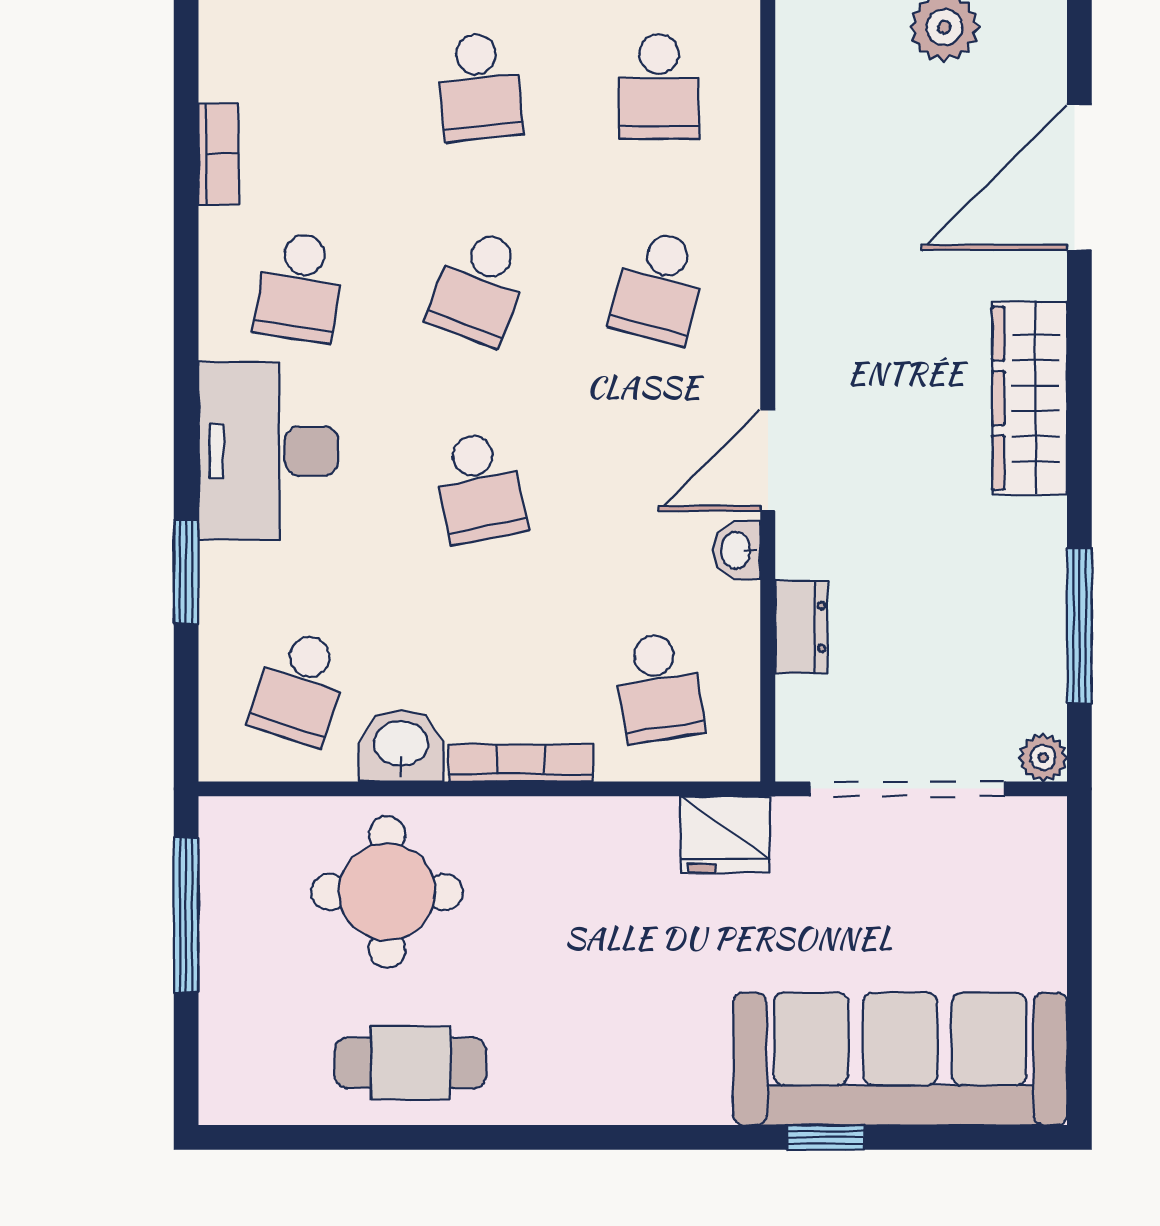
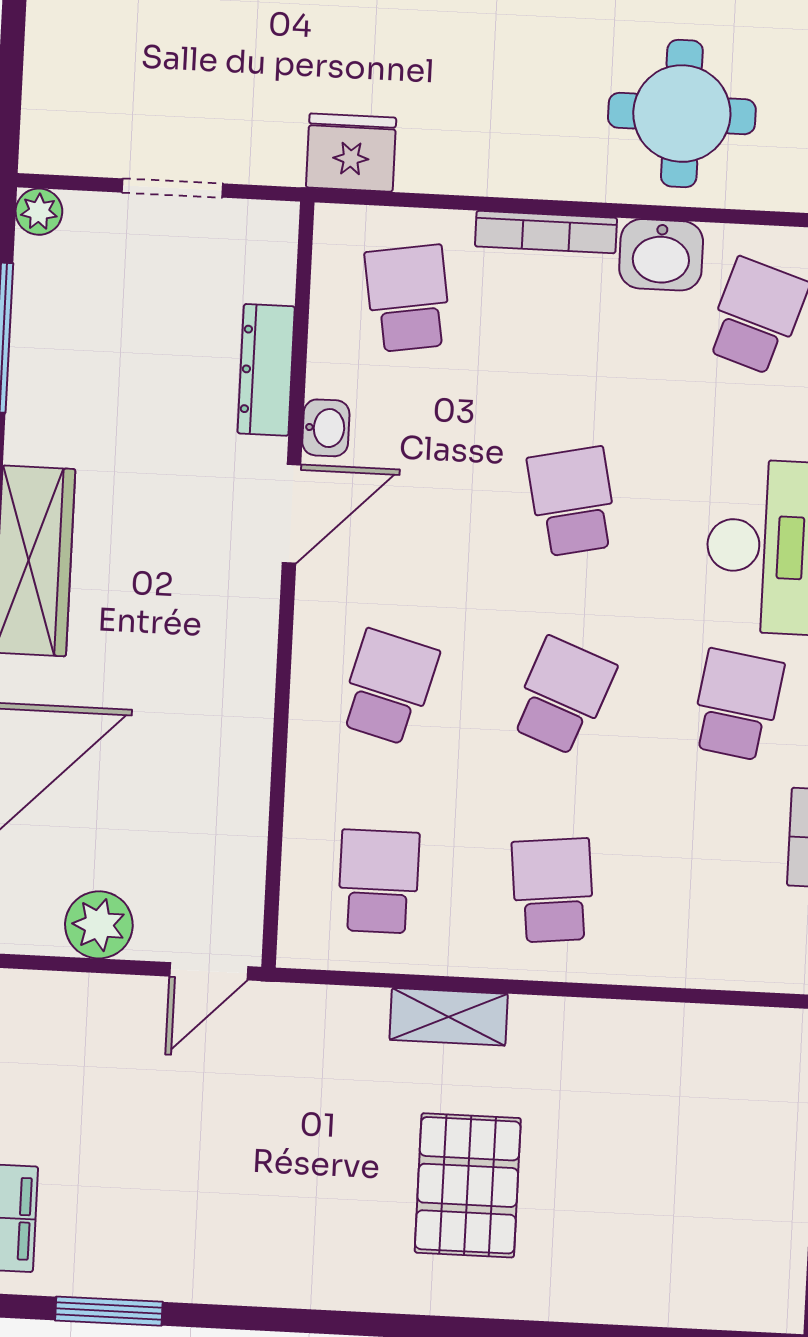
dresser: (801, 627) -> (266, 370), width x1.44
doorway: (907, 789) -> (172, 188), width x0.53

